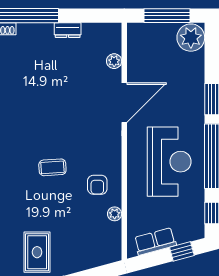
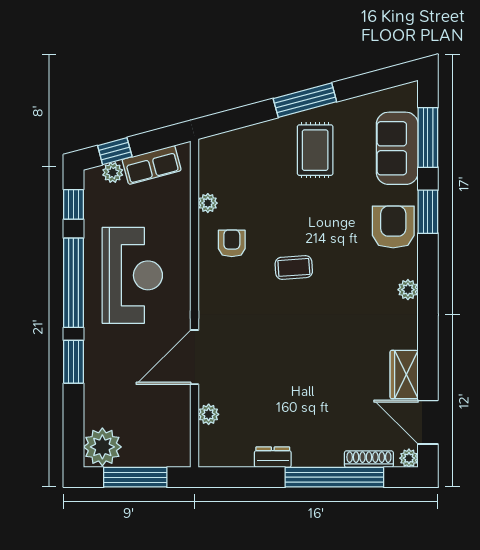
reception desk: (169, 162) -> (132, 275), turned 180
plant: (183, 236) -> (113, 172), added

